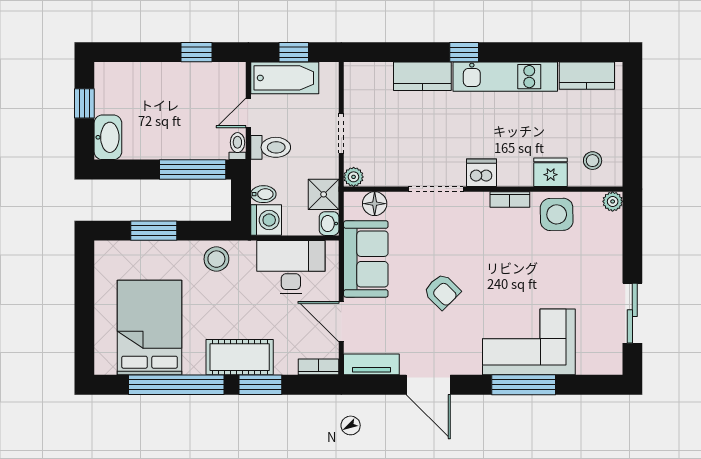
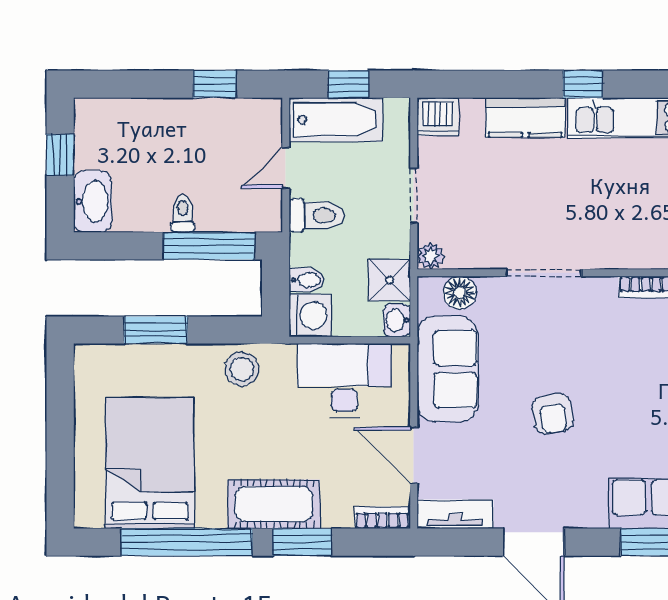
toilet: (237, 146) -> (183, 214), moved
dishwasher: (481, 173) -> (438, 117), moved, turned 180
armchair: (442, 291) -> (553, 414), turned 35

